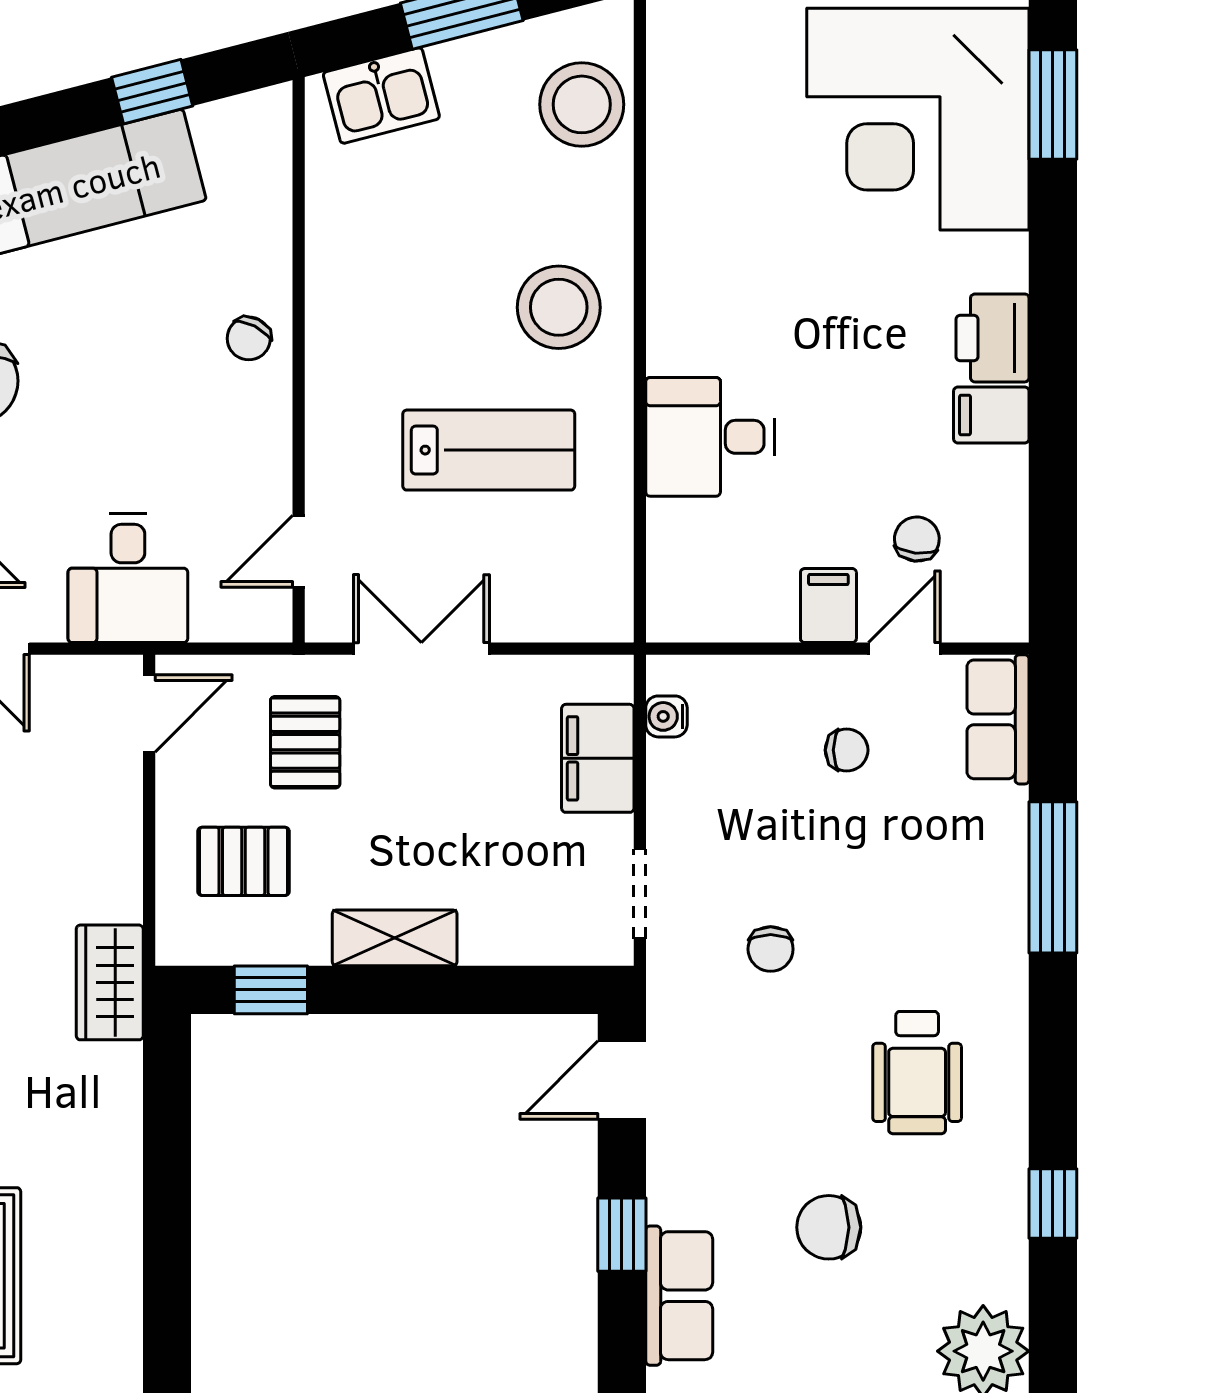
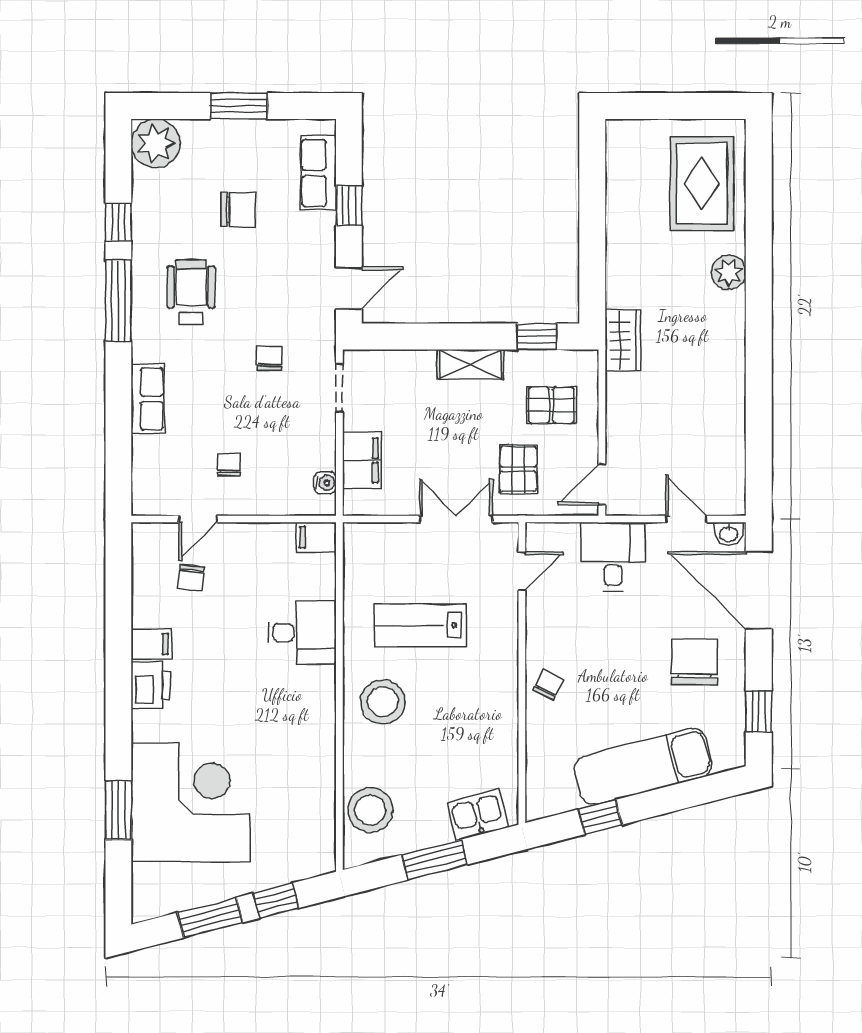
filing cabinet: (828, 606) -> (316, 537), moved, turned 90
double door: (421, 649) -> (456, 519), swing flipped
row of seats: (998, 719) -> (148, 399), moved
chair: (847, 750) -> (229, 465), turned 90
window: (1053, 877) -> (118, 301), moved

